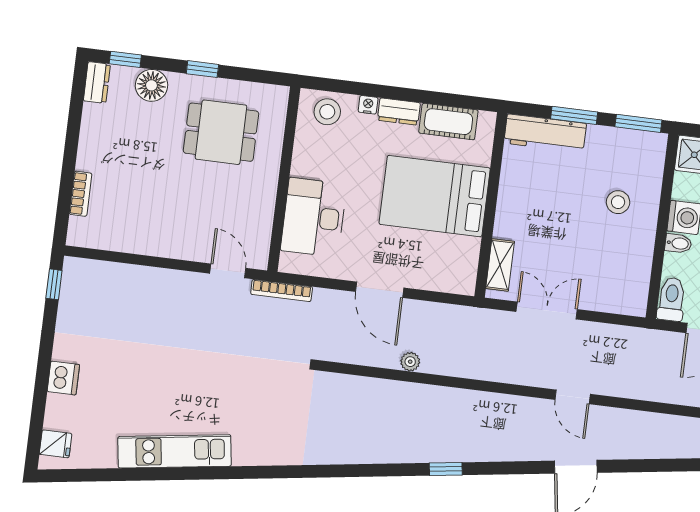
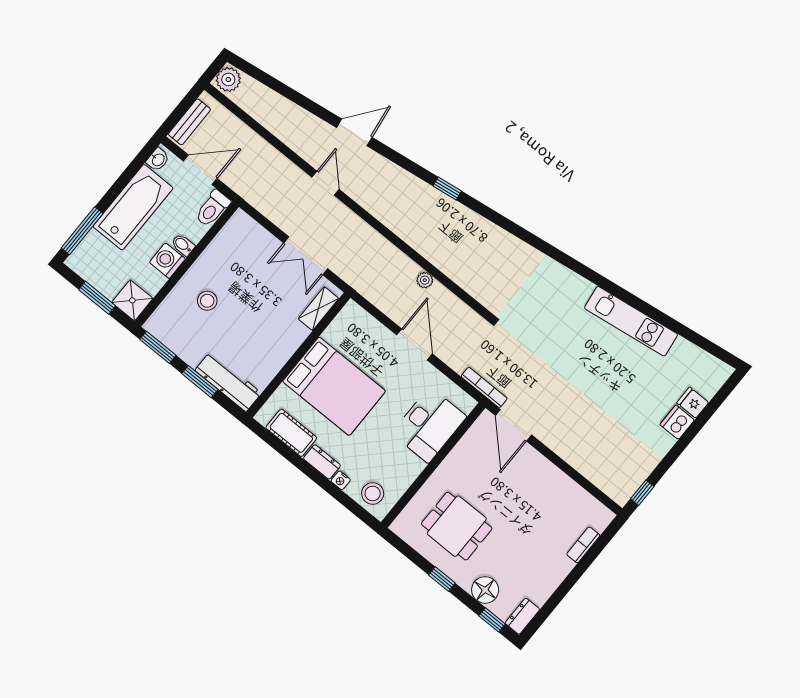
door: (228, 271) -> (513, 425), width x1.38
fridge: (56, 444) -> (693, 403), moved

